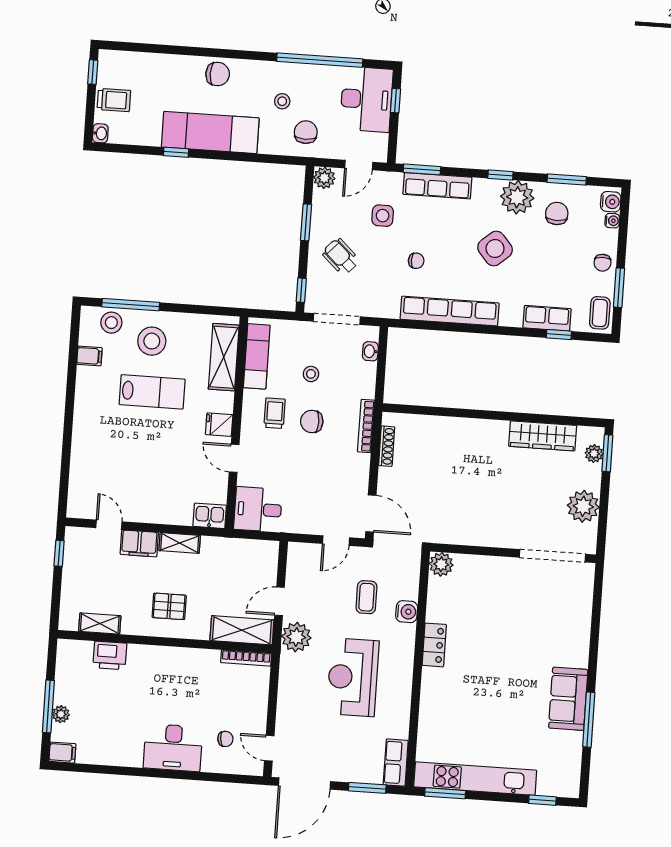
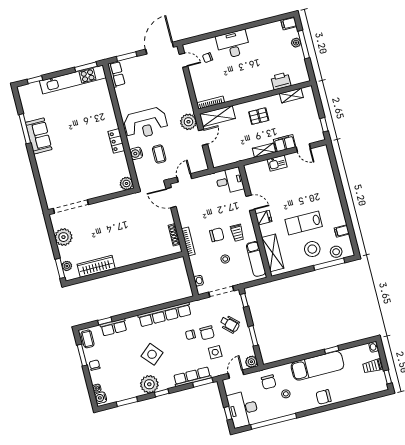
chair: (557, 213) -> (207, 333), moved
kitchen sink: (210, 516) -> (277, 163), moved
reception desk: (353, 677) -> (146, 123), moved, turned 90

